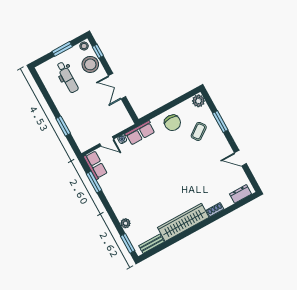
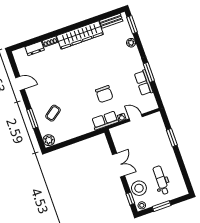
chair: (172, 123) -> (104, 94), moved, turned 180
row of seats: (95, 165) -> (144, 83), moved
window: (94, 182) -> (149, 72), moved
dresser: (240, 194) -> (35, 48), moved

